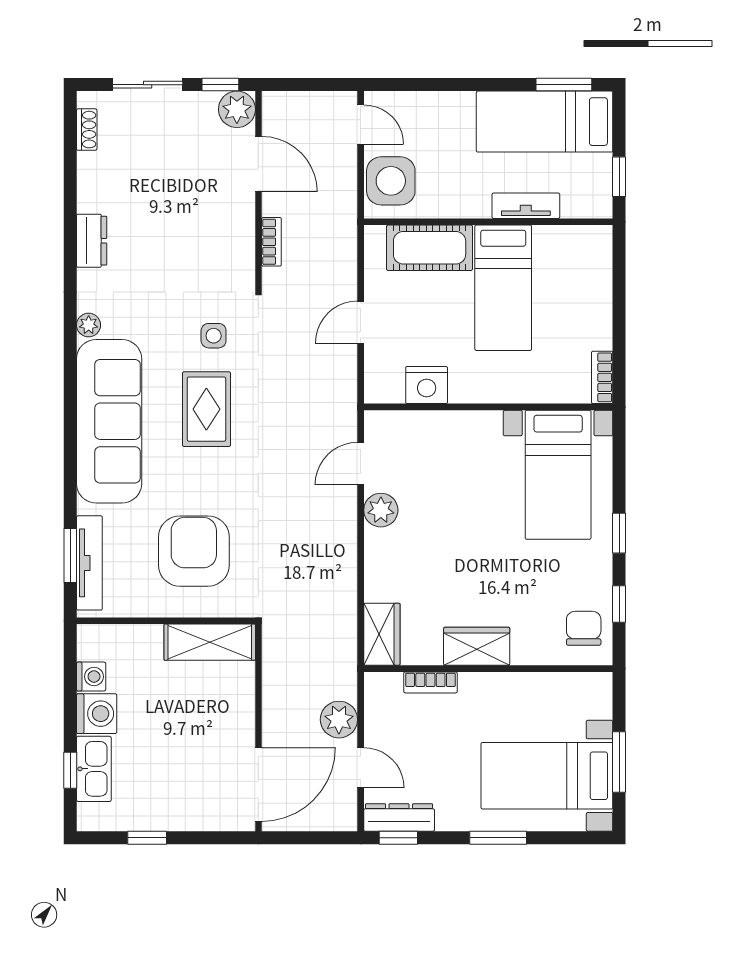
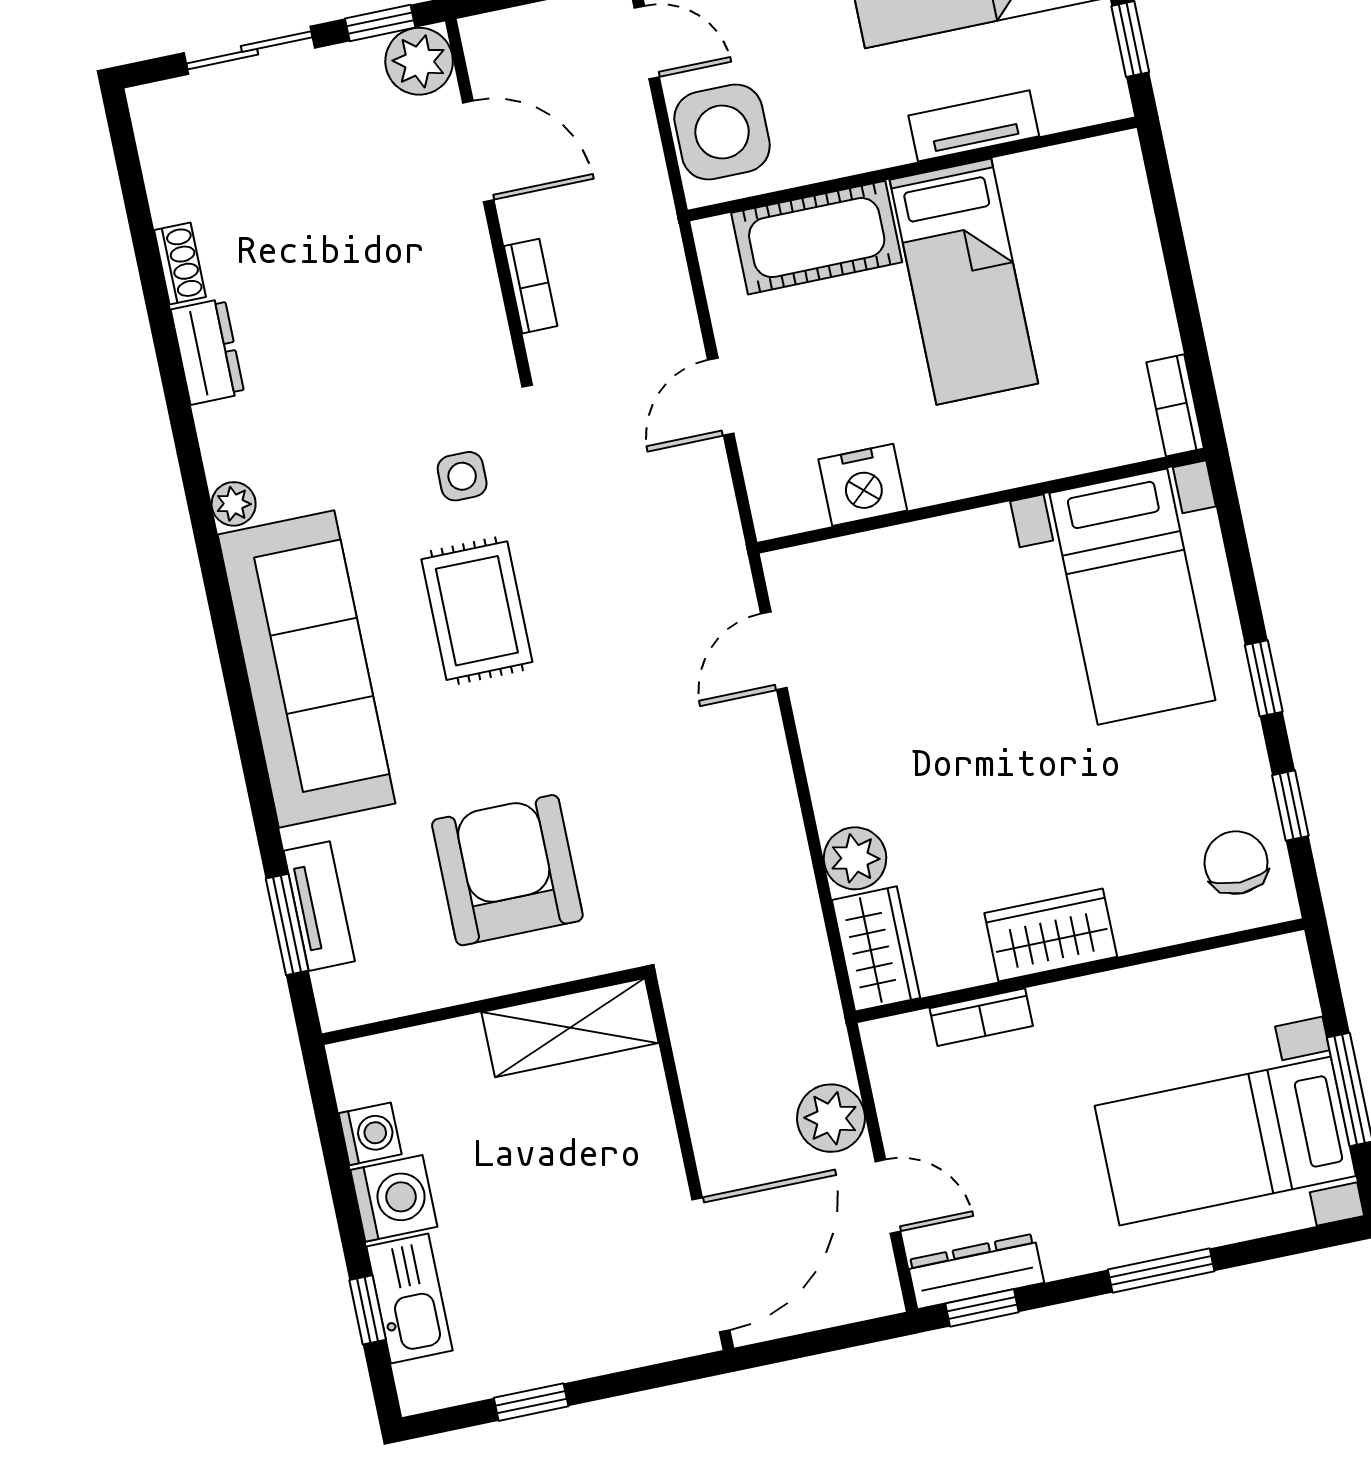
shoe rack: (87, 130) -> (180, 264), moved
plant: (381, 510) -> (855, 858), moved
tv unit: (89, 563) -> (319, 906), width x0.71

